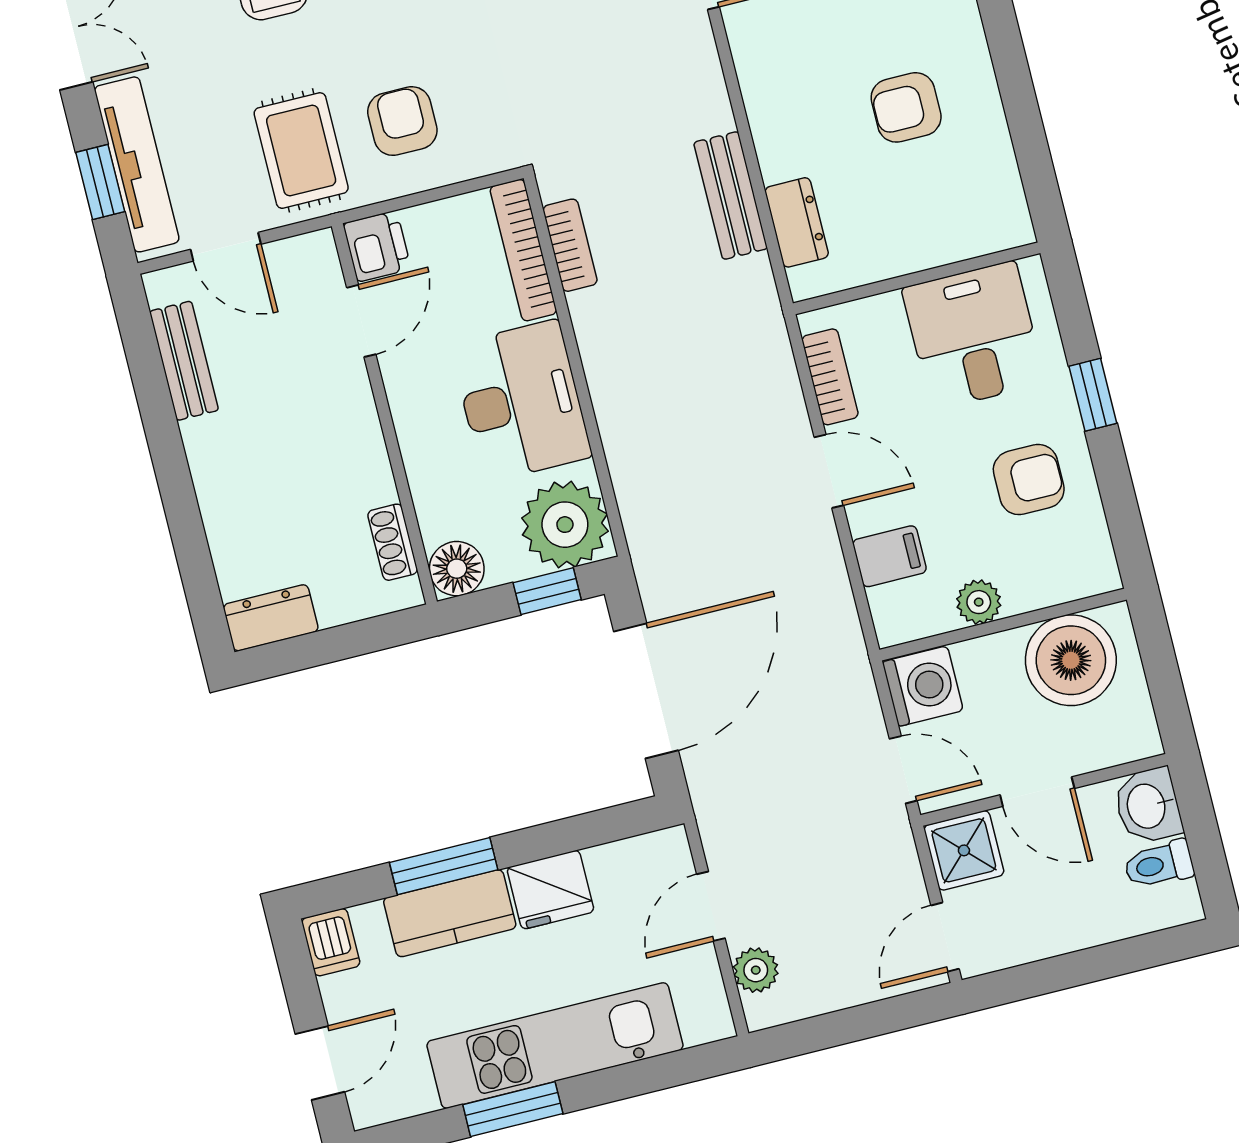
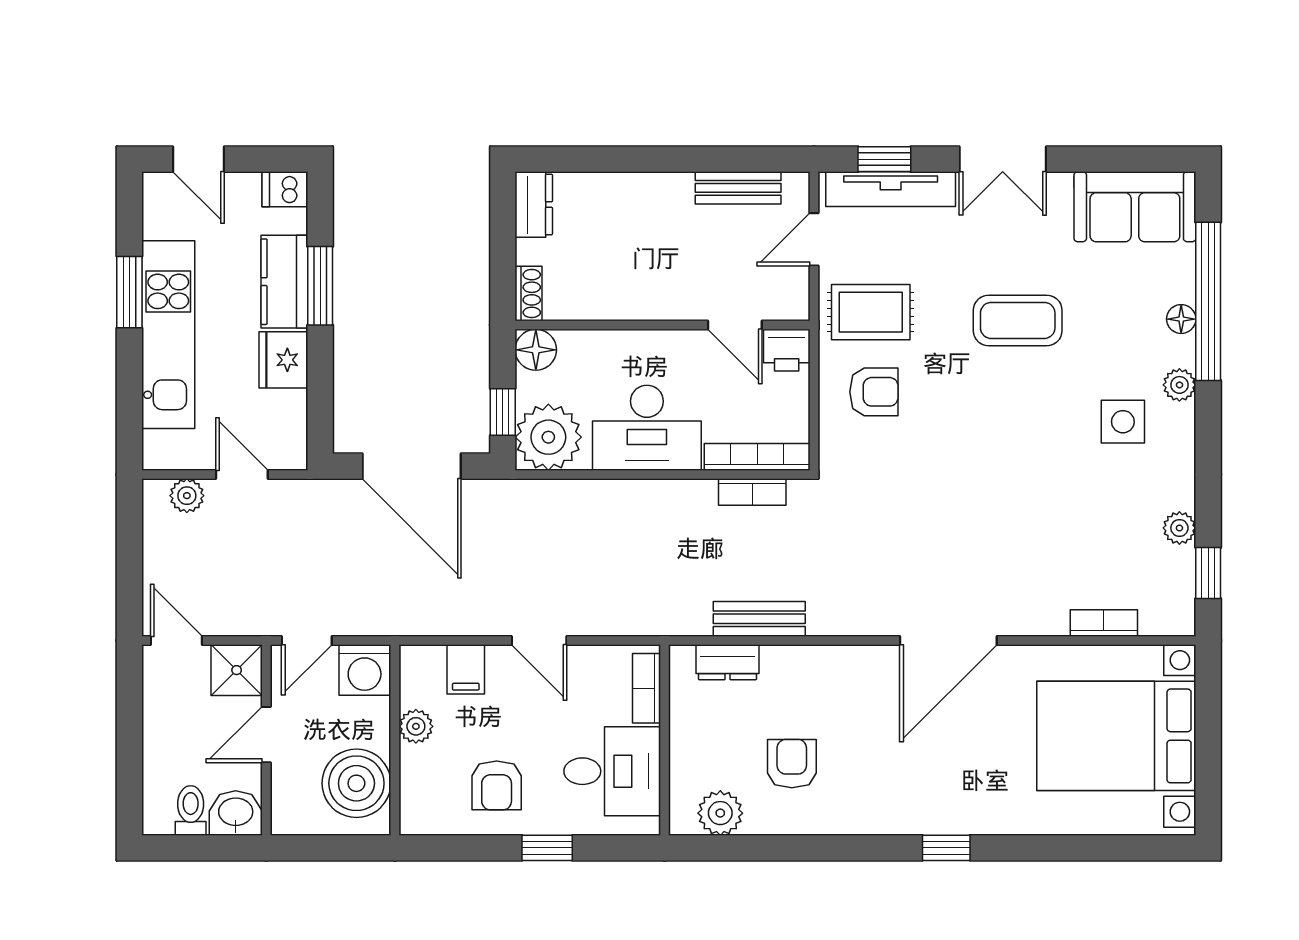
plant: (993, 183) -> (720, 813), added
bookcase: (830, 377) -> (647, 688), moved, turned 90
door: (829, 471) -> (539, 640), hinge flipped
shoe rack: (393, 542) -> (529, 294), moved, turned 90

